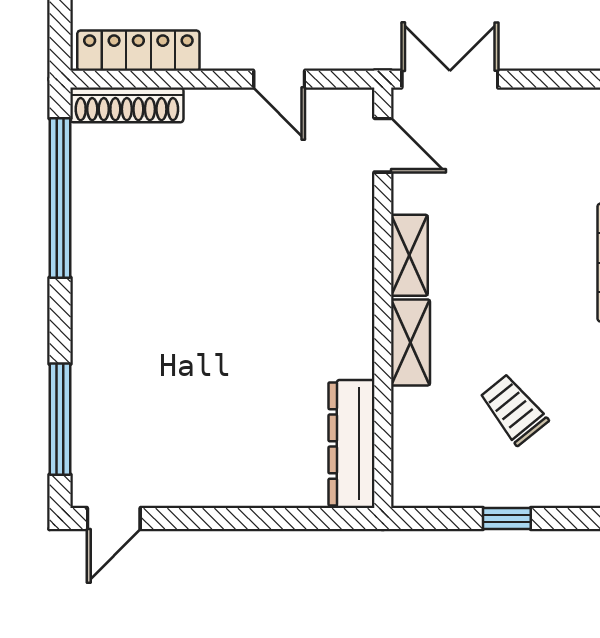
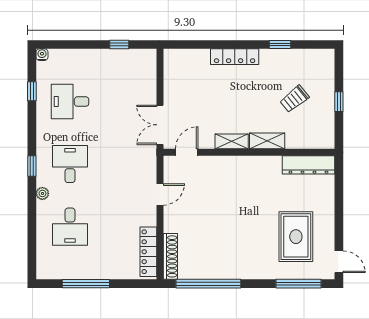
rug: (176, 413) -> (296, 237), added

